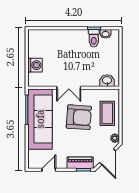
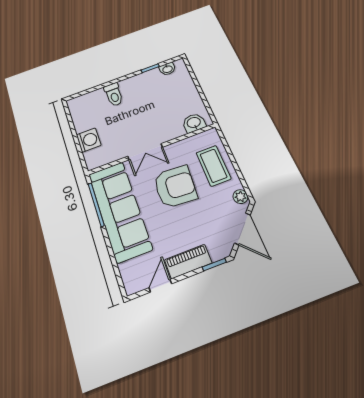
toilet: (94, 38) -> (114, 94), moved
piano: (80, 163) -> (188, 261), moved

